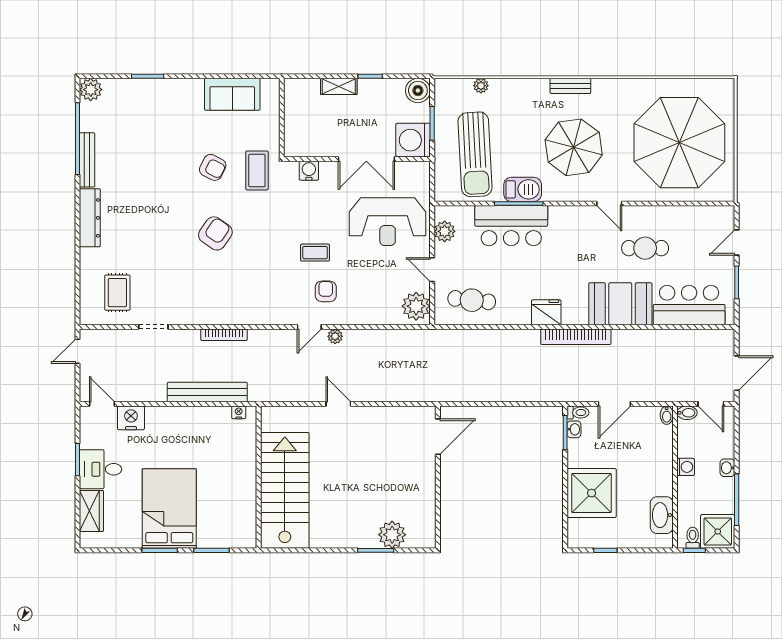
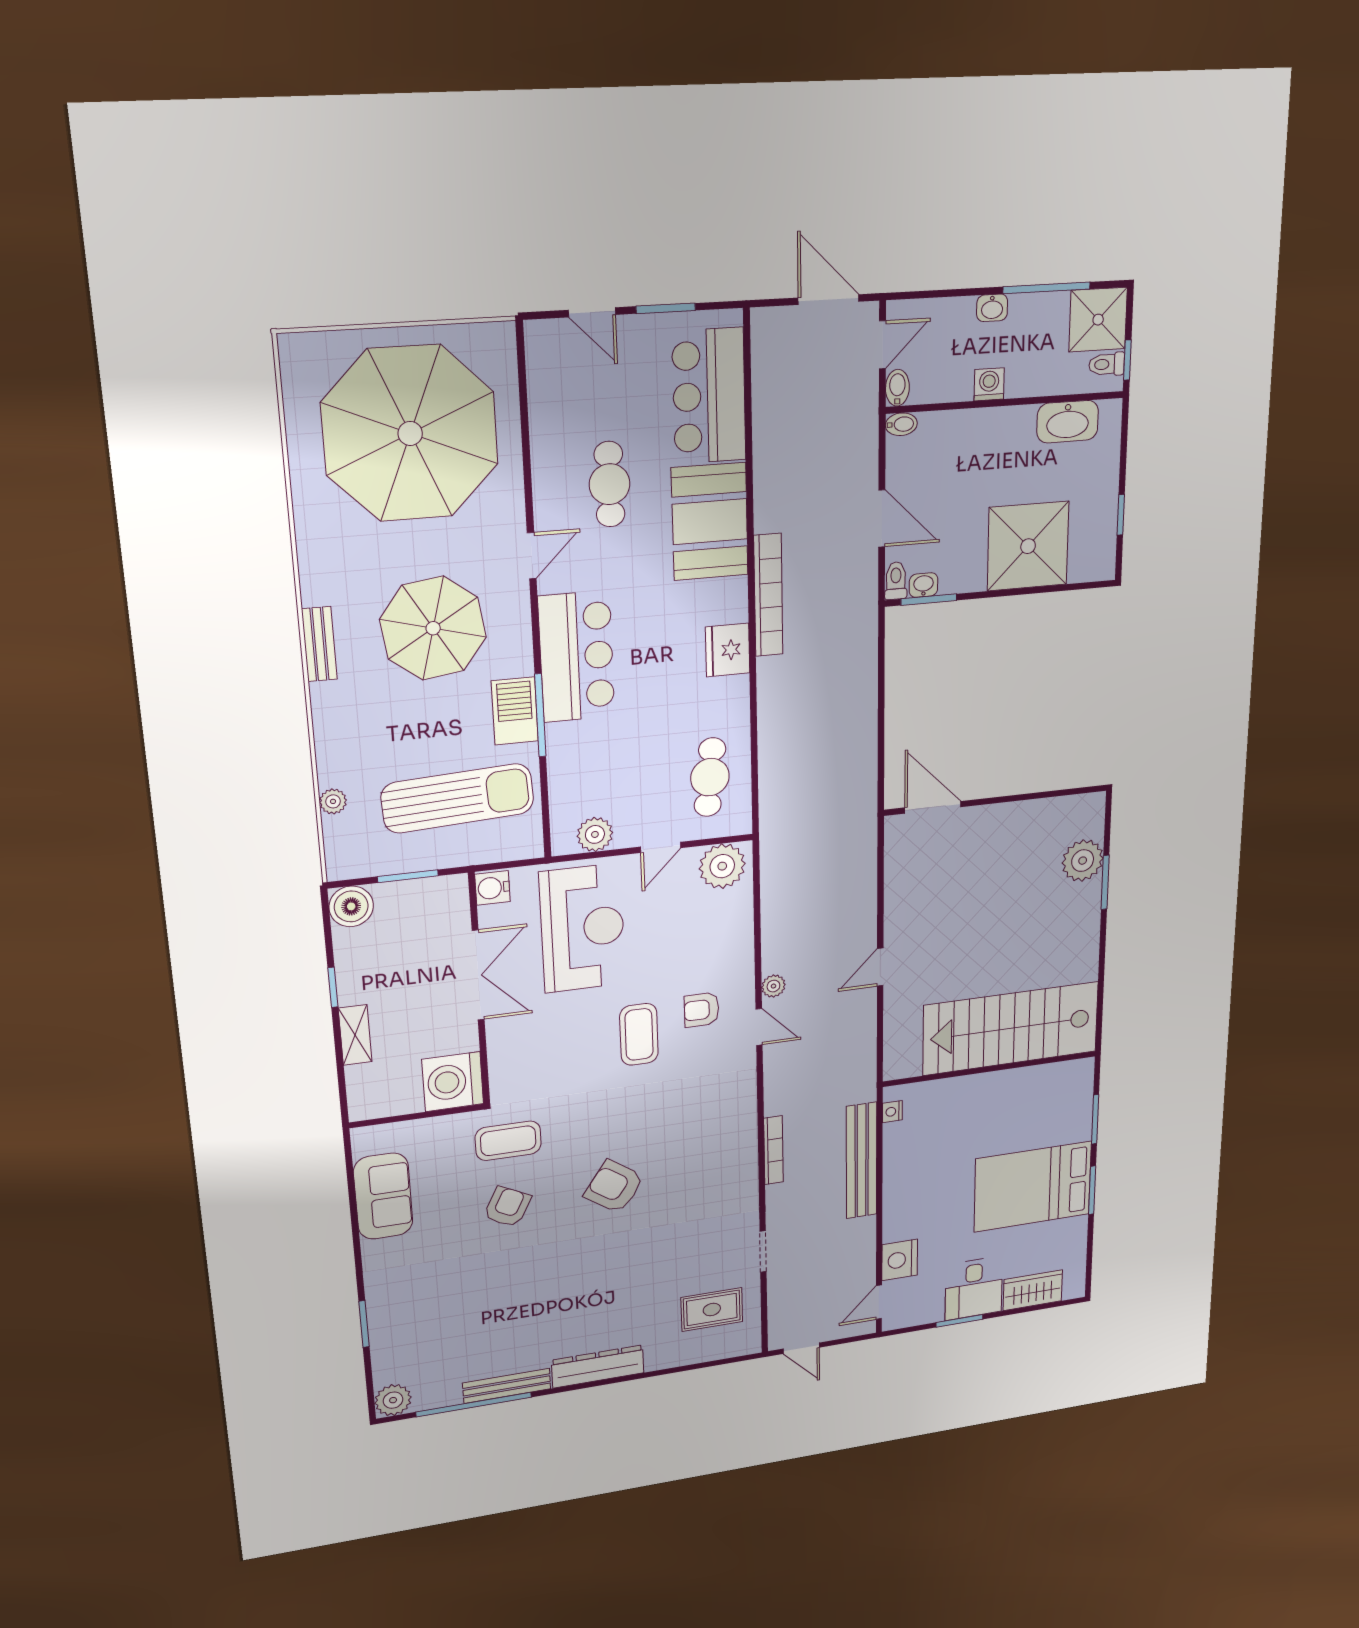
washing machine: (413, 140) -> (453, 1082), moved, turned 90
water cooler: (309, 171) -> (492, 888), moved
bar counter: (511, 226) -> (577, 657), moved
coffee table: (315, 253) -> (639, 1034), width x1.36, depth x1.30

